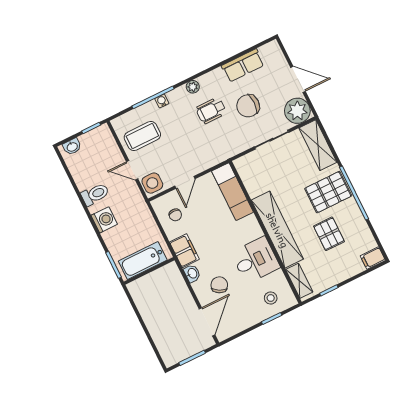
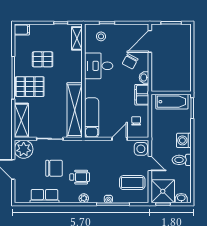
shower: (99, 144) -> (163, 191), added
shelving: (277, 230) -> (75, 110), moved
pallet: (329, 234) -> (43, 59), turned 90

